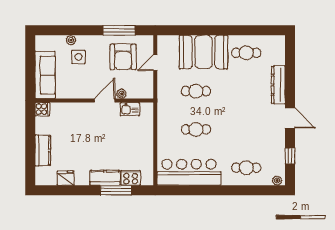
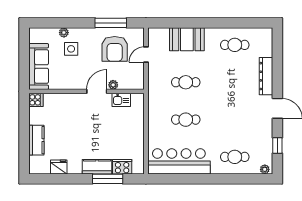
booth: (204, 52) -> (187, 39), width x0.73, depth x0.70

